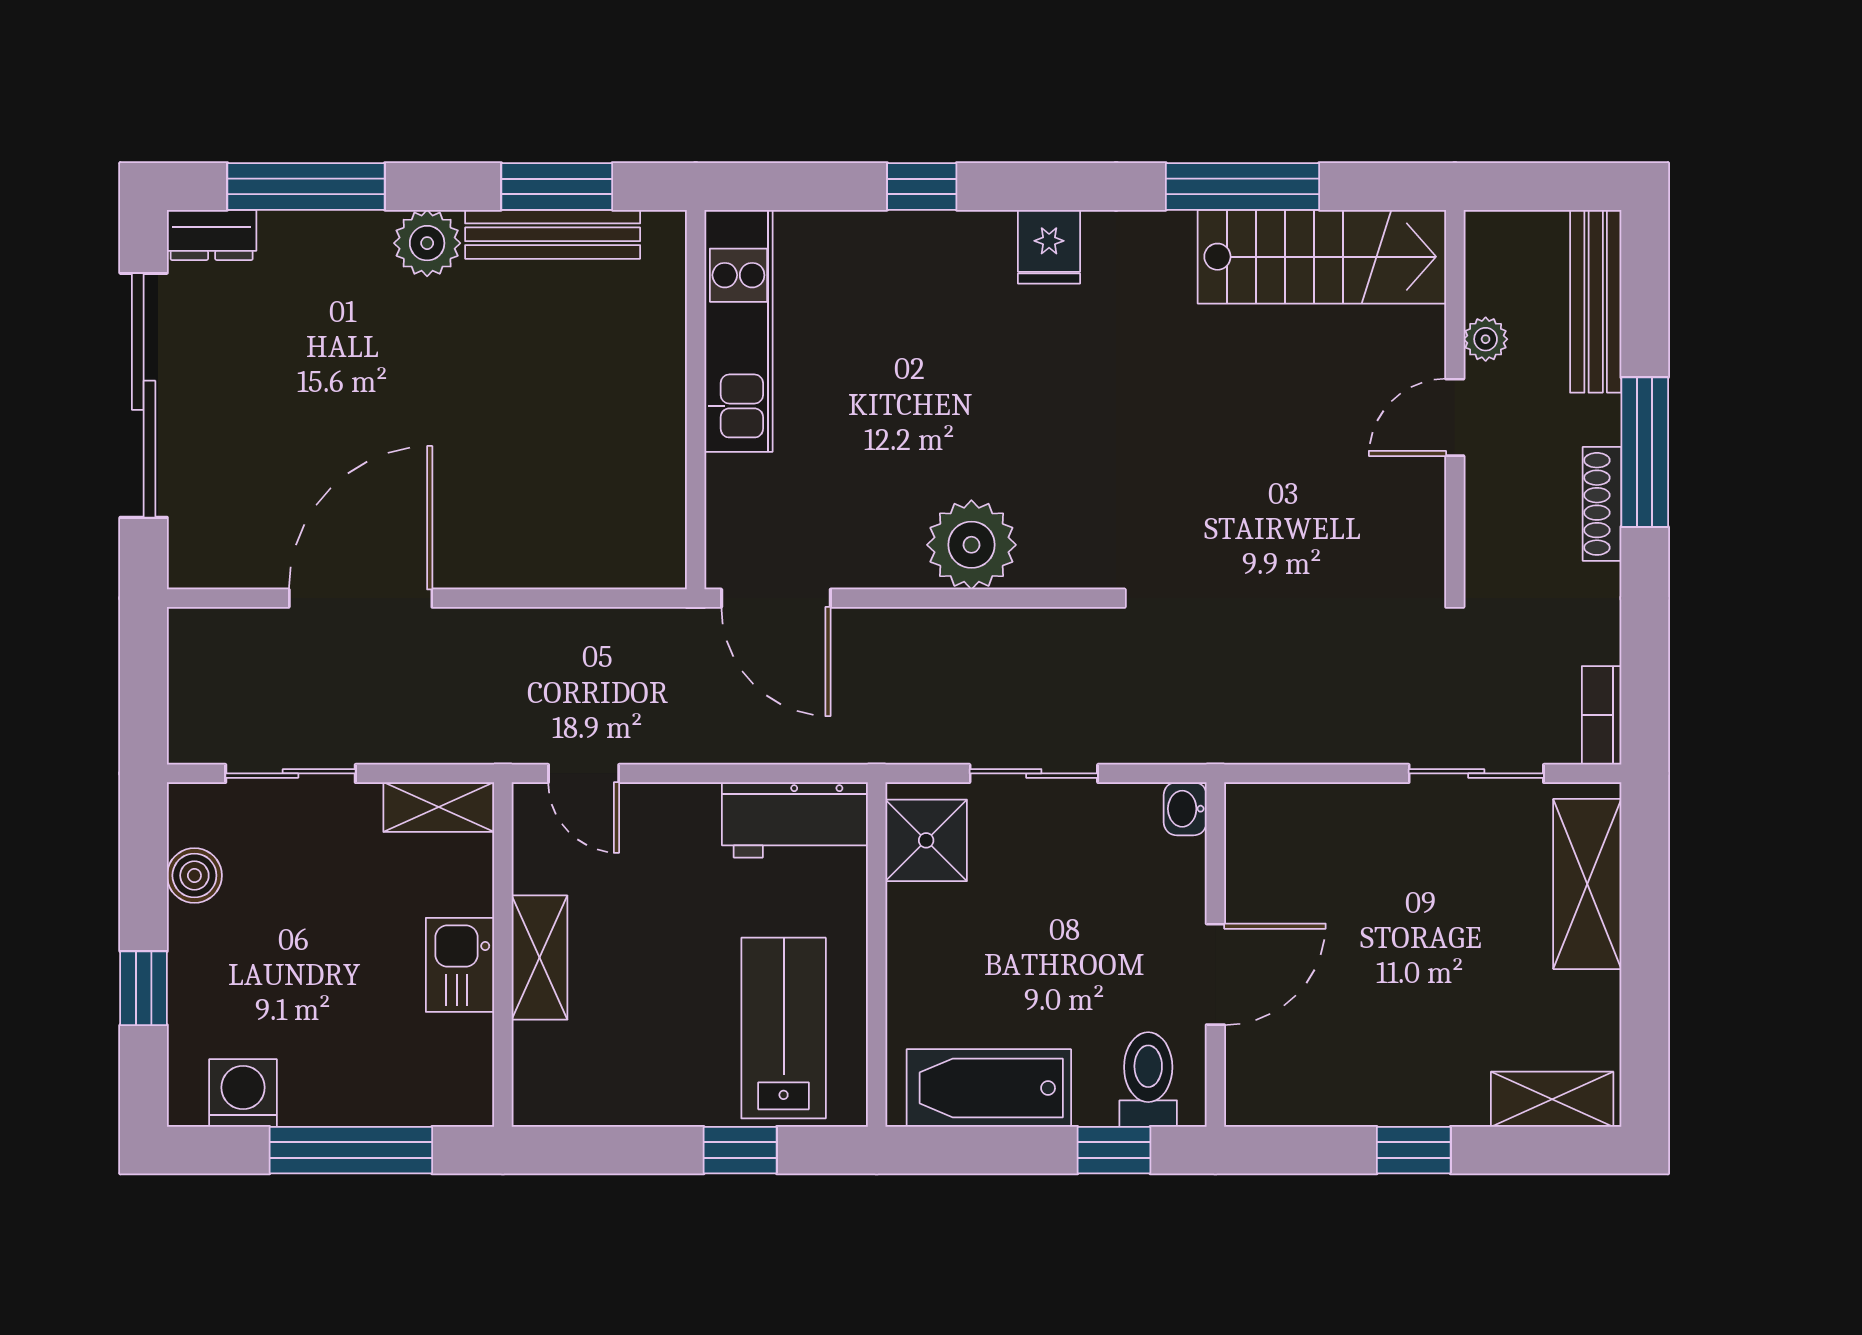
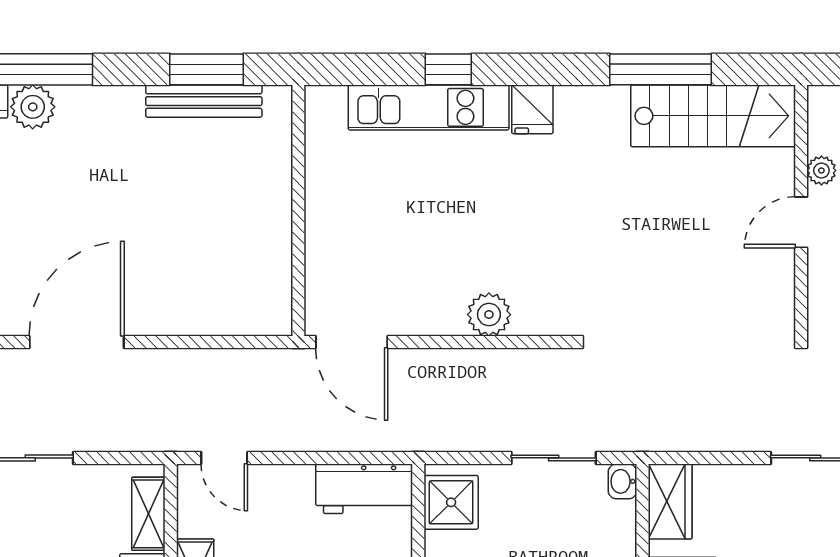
plant: (427, 243) -> (33, 107), moved
kitchen unit: (738, 331) -> (429, 107), moved, turned 90
plant: (971, 545) -> (489, 315), width x0.73, depth x0.73
sliding door: (1034, 773) -> (554, 458), moved
shelving: (439, 807) -> (148, 514), moved, turned 90
wardrobe: (1257, 839) -> (670, 501), added

